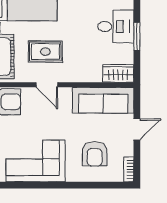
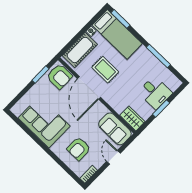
door: (47, 85) -> (89, 88), width x1.87
sofa: (103, 100) -> (115, 129), width x0.73
door: (137, 129) -> (113, 157), swing flipped

